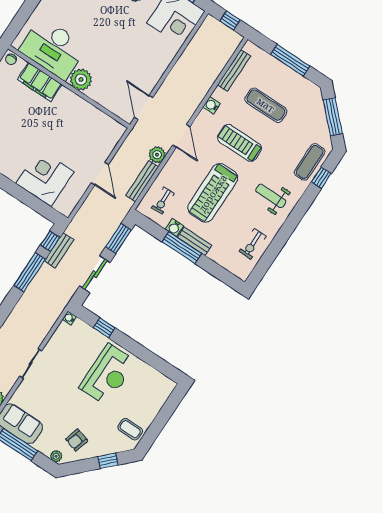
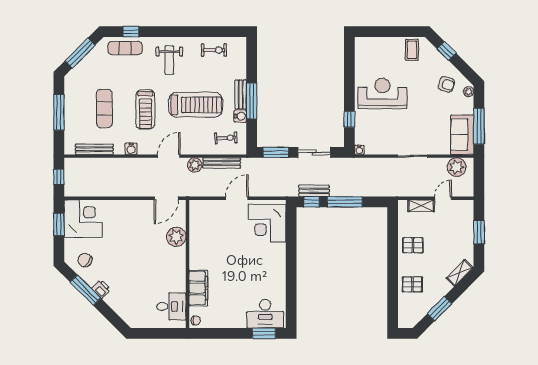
desk: (53, 48) -> (171, 306), width x0.53, depth x0.77
plant: (81, 79) -> (176, 237), moved
corner desk: (45, 178) -> (267, 223), moved

